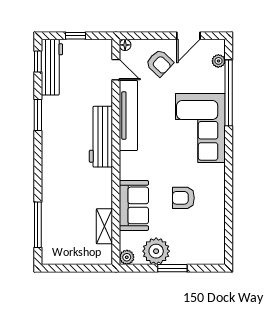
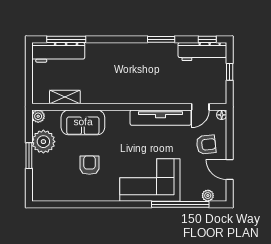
armchair: (160, 63) -> (206, 145), turned -140
workbench: (101, 137) -> (58, 52), moved, turned 180

